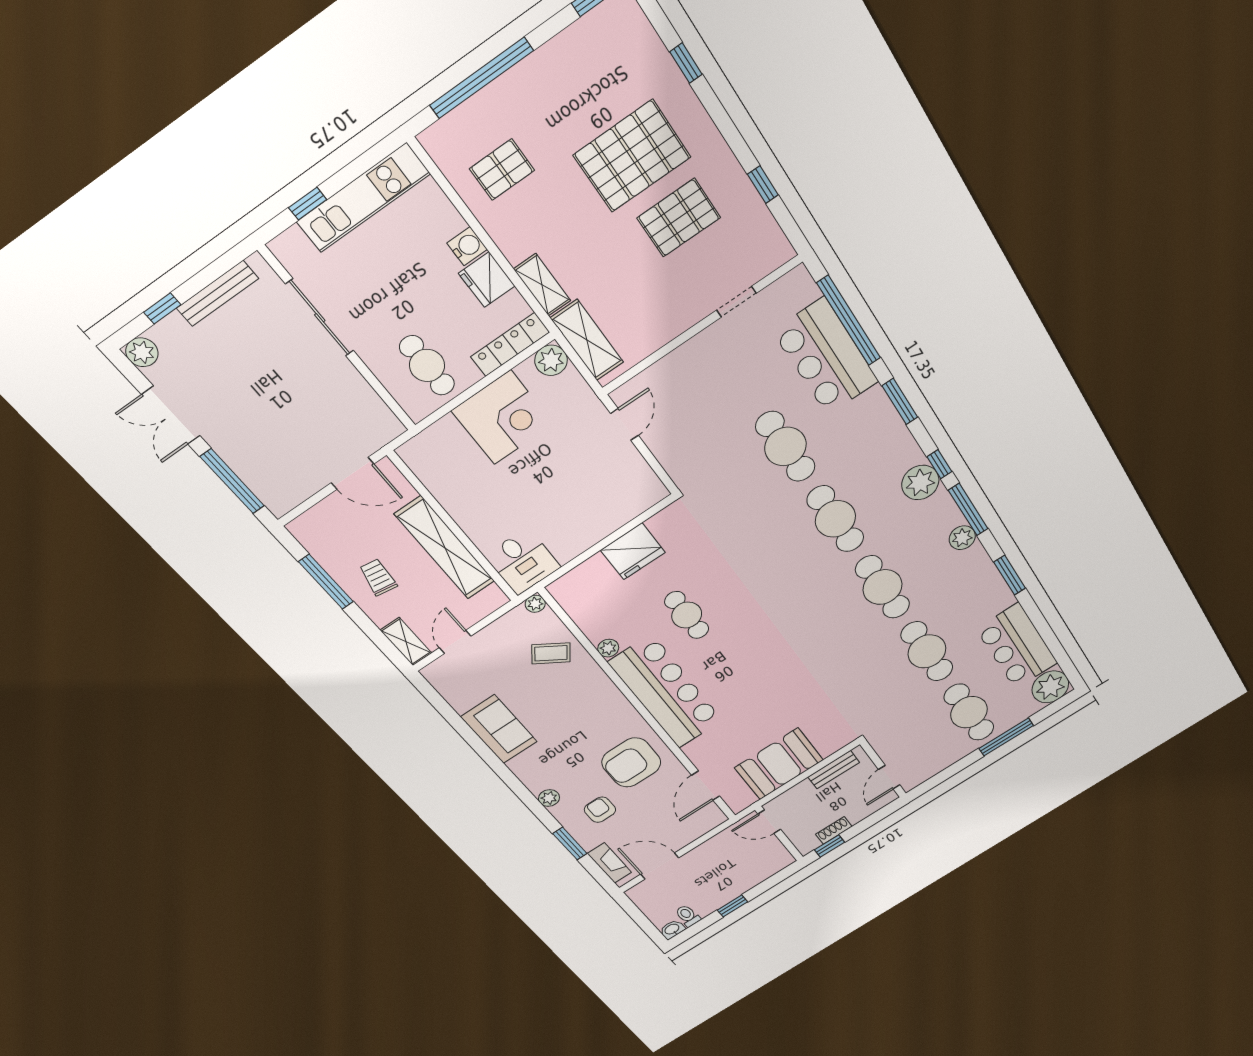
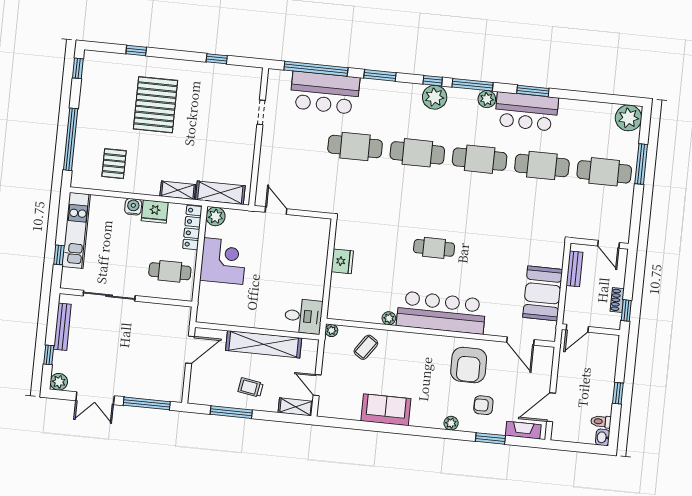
pallet: (679, 218) -> (200, 107), removed
fridge: (633, 551) -> (342, 261), width x0.73, depth x0.75
cafe table: (687, 615) -> (434, 248), moved
bar counter: (1017, 646) -> (526, 112), moved

